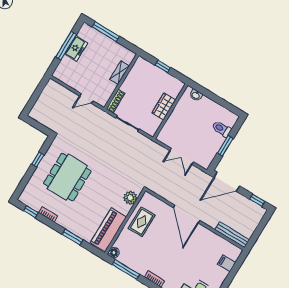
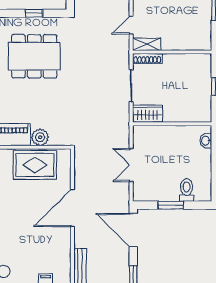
shelving: (120, 73) -> (147, 44), moved
door: (86, 98) -> (131, 25), hinge flipped
wardrobe: (164, 106) -> (148, 114), moved
plant: (130, 198) -> (40, 137), moved
rug: (142, 222) -> (35, 165), width x1.36, depth x1.43

